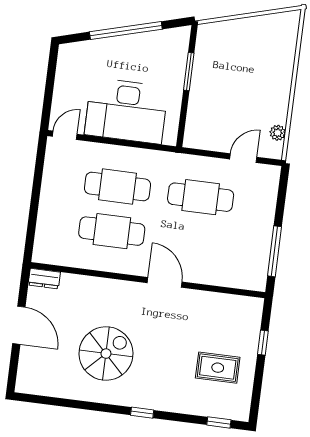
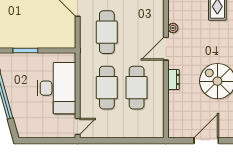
door: (65, 135) -> (78, 127), swing flipped
dresser: (44, 279) -> (173, 80), moved
plant: (194, 297) -> (173, 28), added

